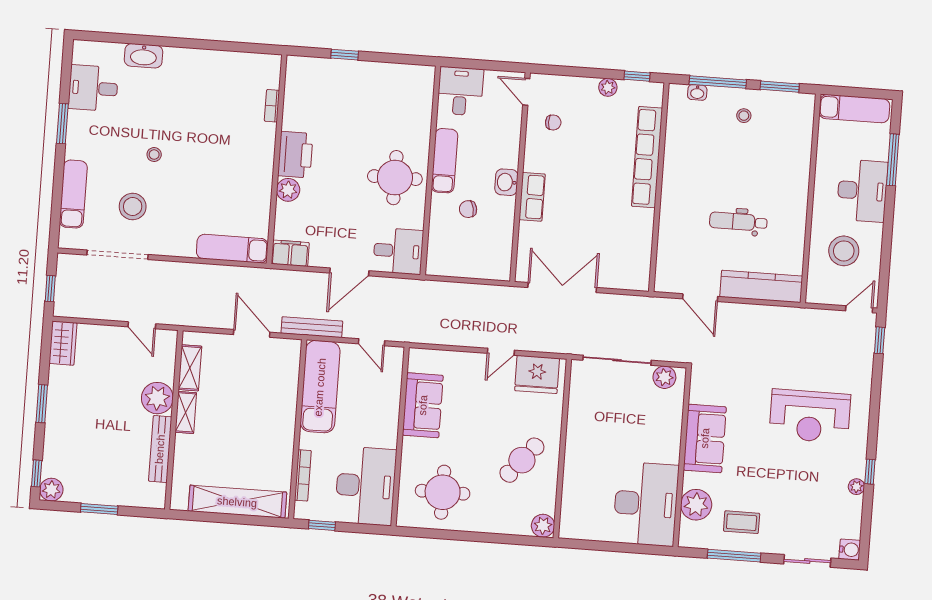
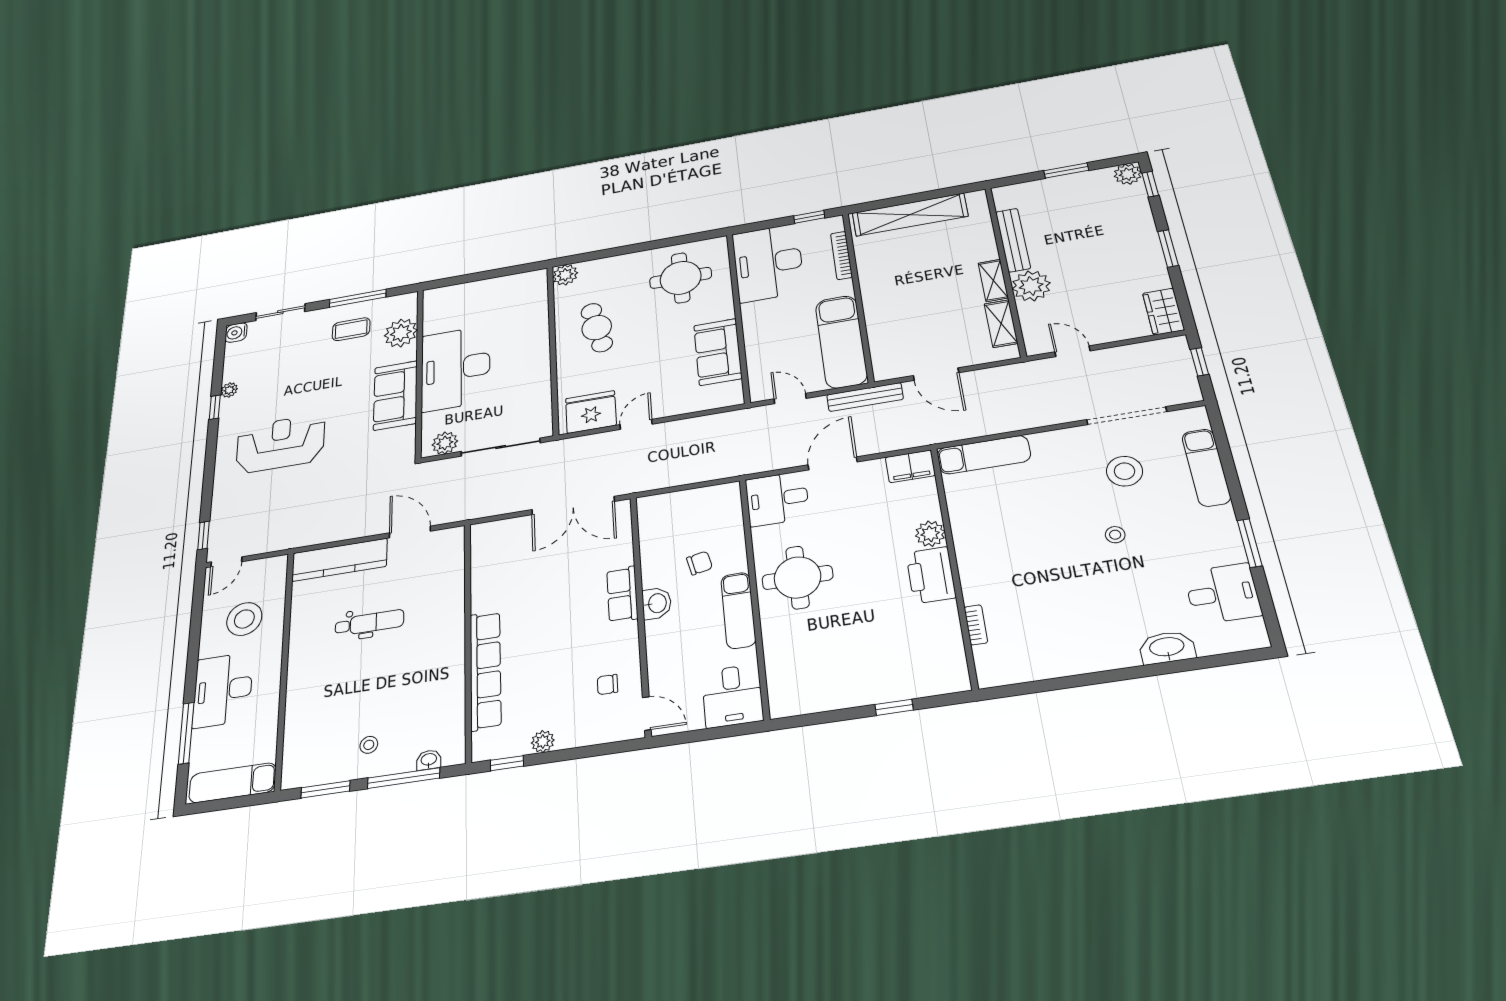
cafe table: (522, 460) -> (597, 328), turned -52
desk: (646, 504) -> (456, 368), moved

